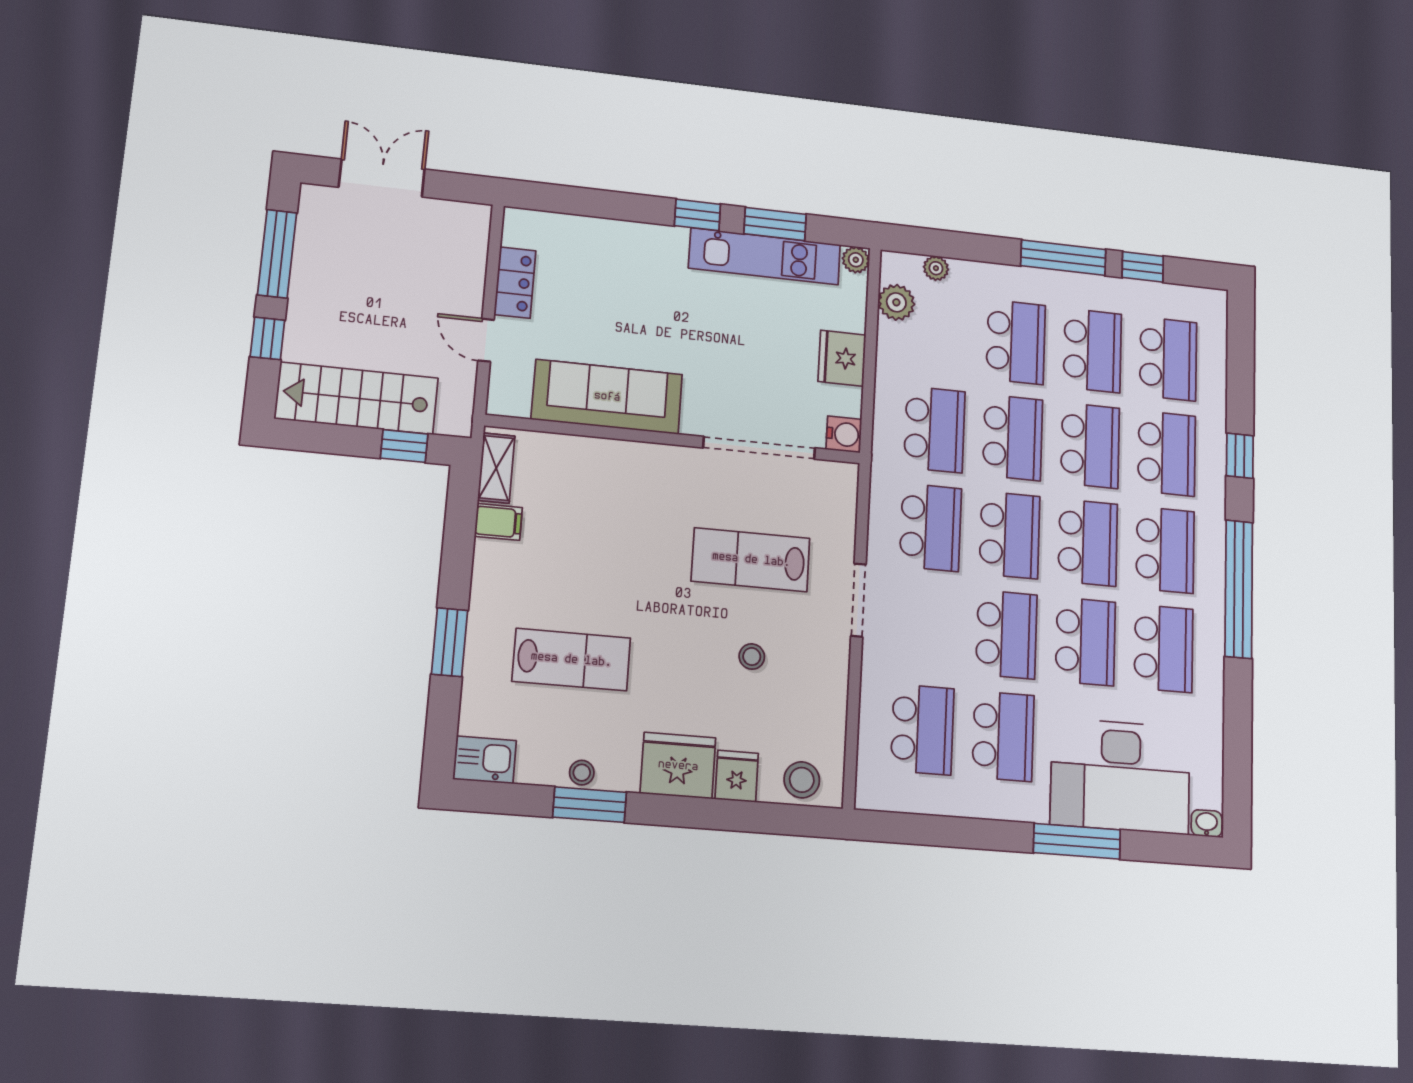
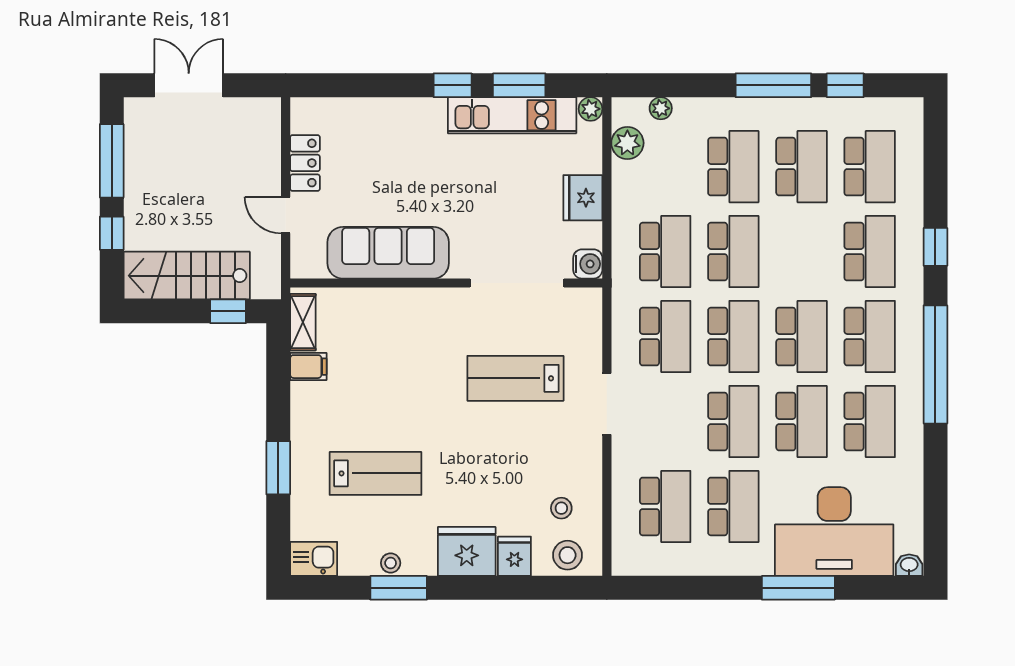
school desk: (1090, 445) -> (802, 252), removed
stool: (752, 657) -> (561, 508), moved

